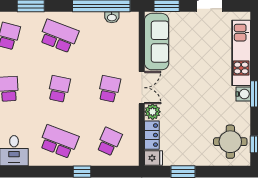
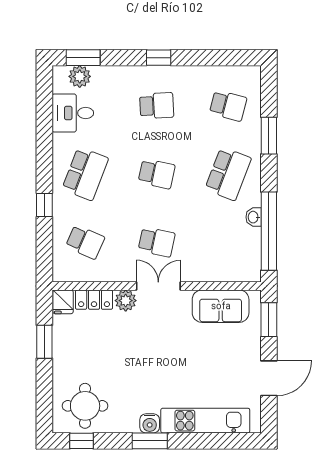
washbasin: (112, 17) -> (254, 217), moved
sofa: (157, 42) -> (221, 306), width x0.73
double door: (142, 88) -> (158, 286), swing flipped

